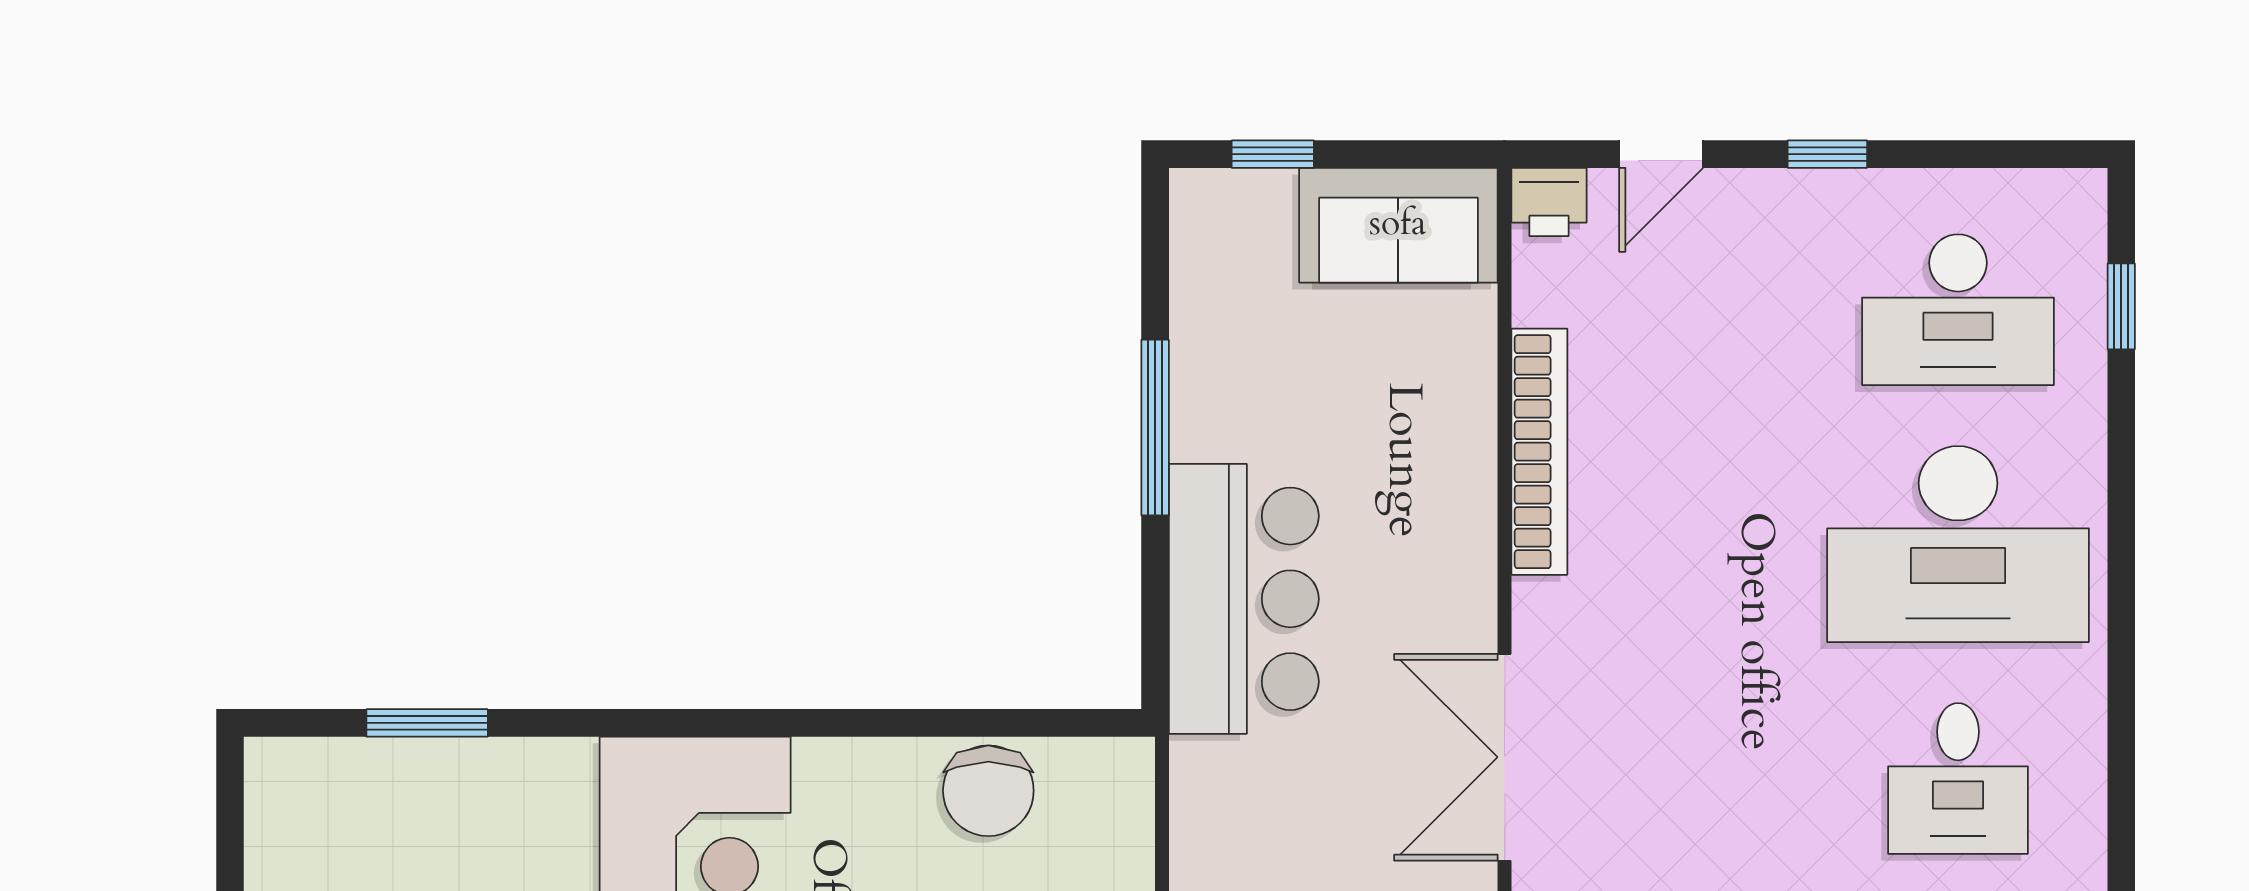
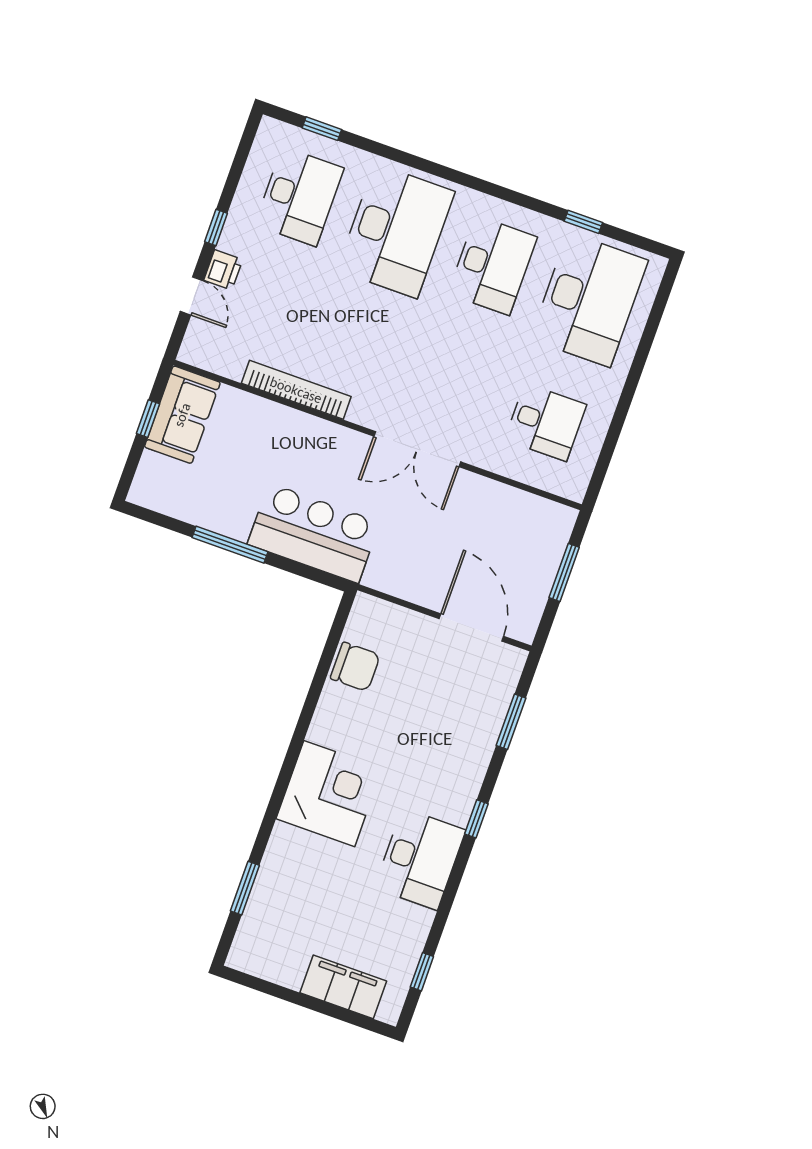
window: (1273, 154) -> (148, 419), moved
printer: (1549, 202) -> (223, 270), moved
desk: (1958, 778) -> (492, 265), width x1.37

